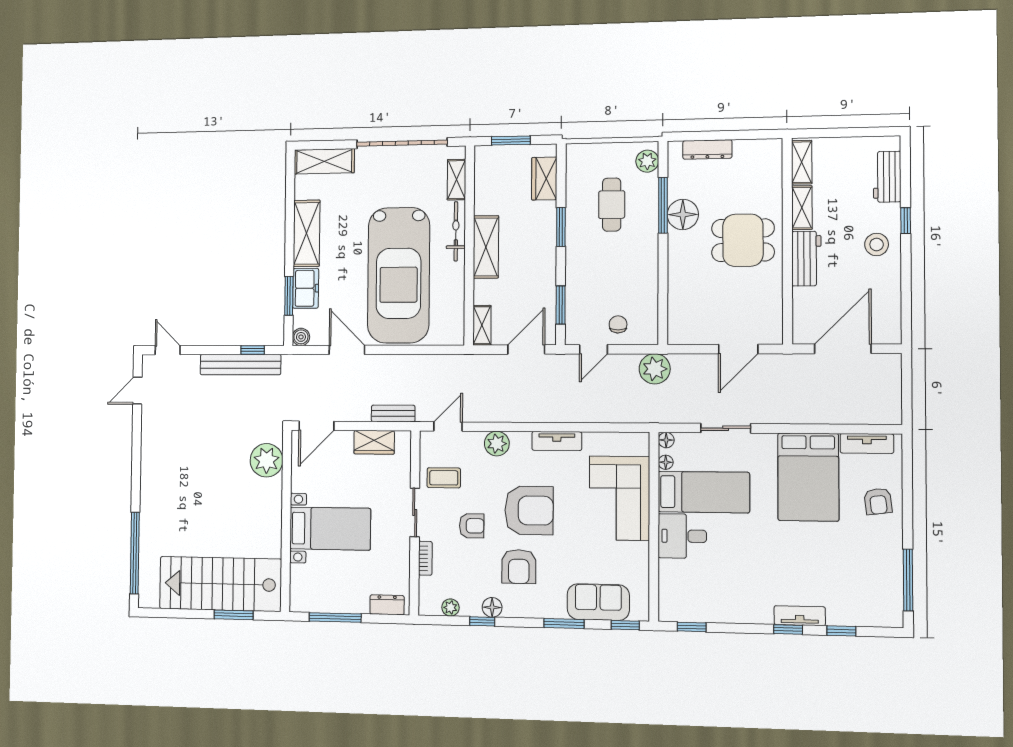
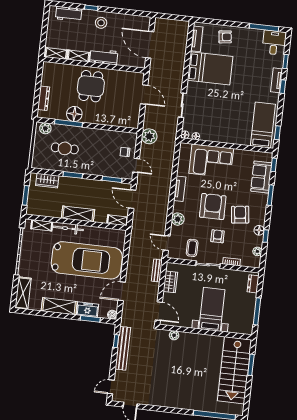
plant: (267, 460) -> (174, 335), width x0.53, depth x0.53
bed: (704, 492) -> (263, 125), moved
desk: (682, 536) -> (274, 43), moved, turned 180
armchair: (519, 567) -> (240, 215), turned -97

